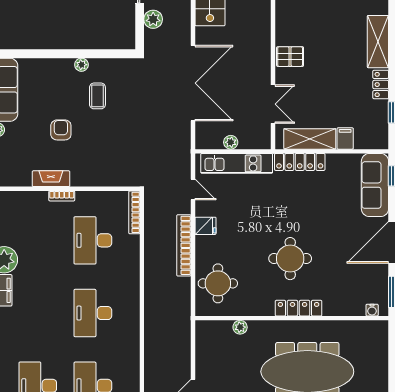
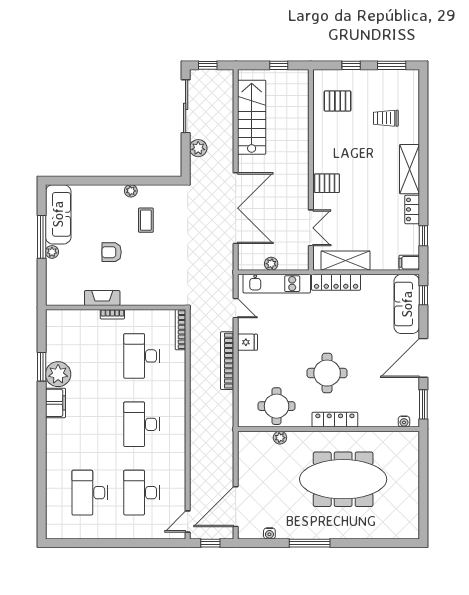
armchair: (61, 130) -> (112, 252), turned -90
filing cabinet: (345, 138) -> (409, 263), moved, turned -90
round table: (218, 283) -> (277, 406), moved

